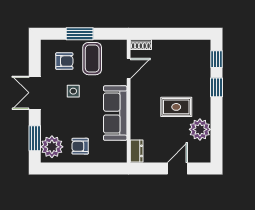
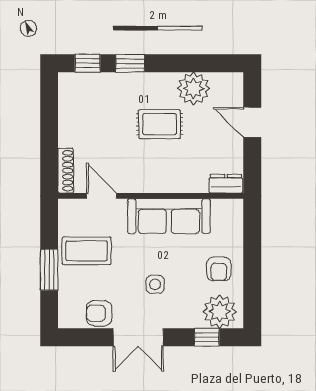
shoe rack: (141, 45) -> (66, 171), width x1.43
armchair: (64, 61) -> (99, 313), moved, turned -90
side table: (73, 91) -> (155, 284), moved
rug: (176, 107) -> (160, 124), turned 90
window: (35, 138) -> (207, 337), width x0.67

